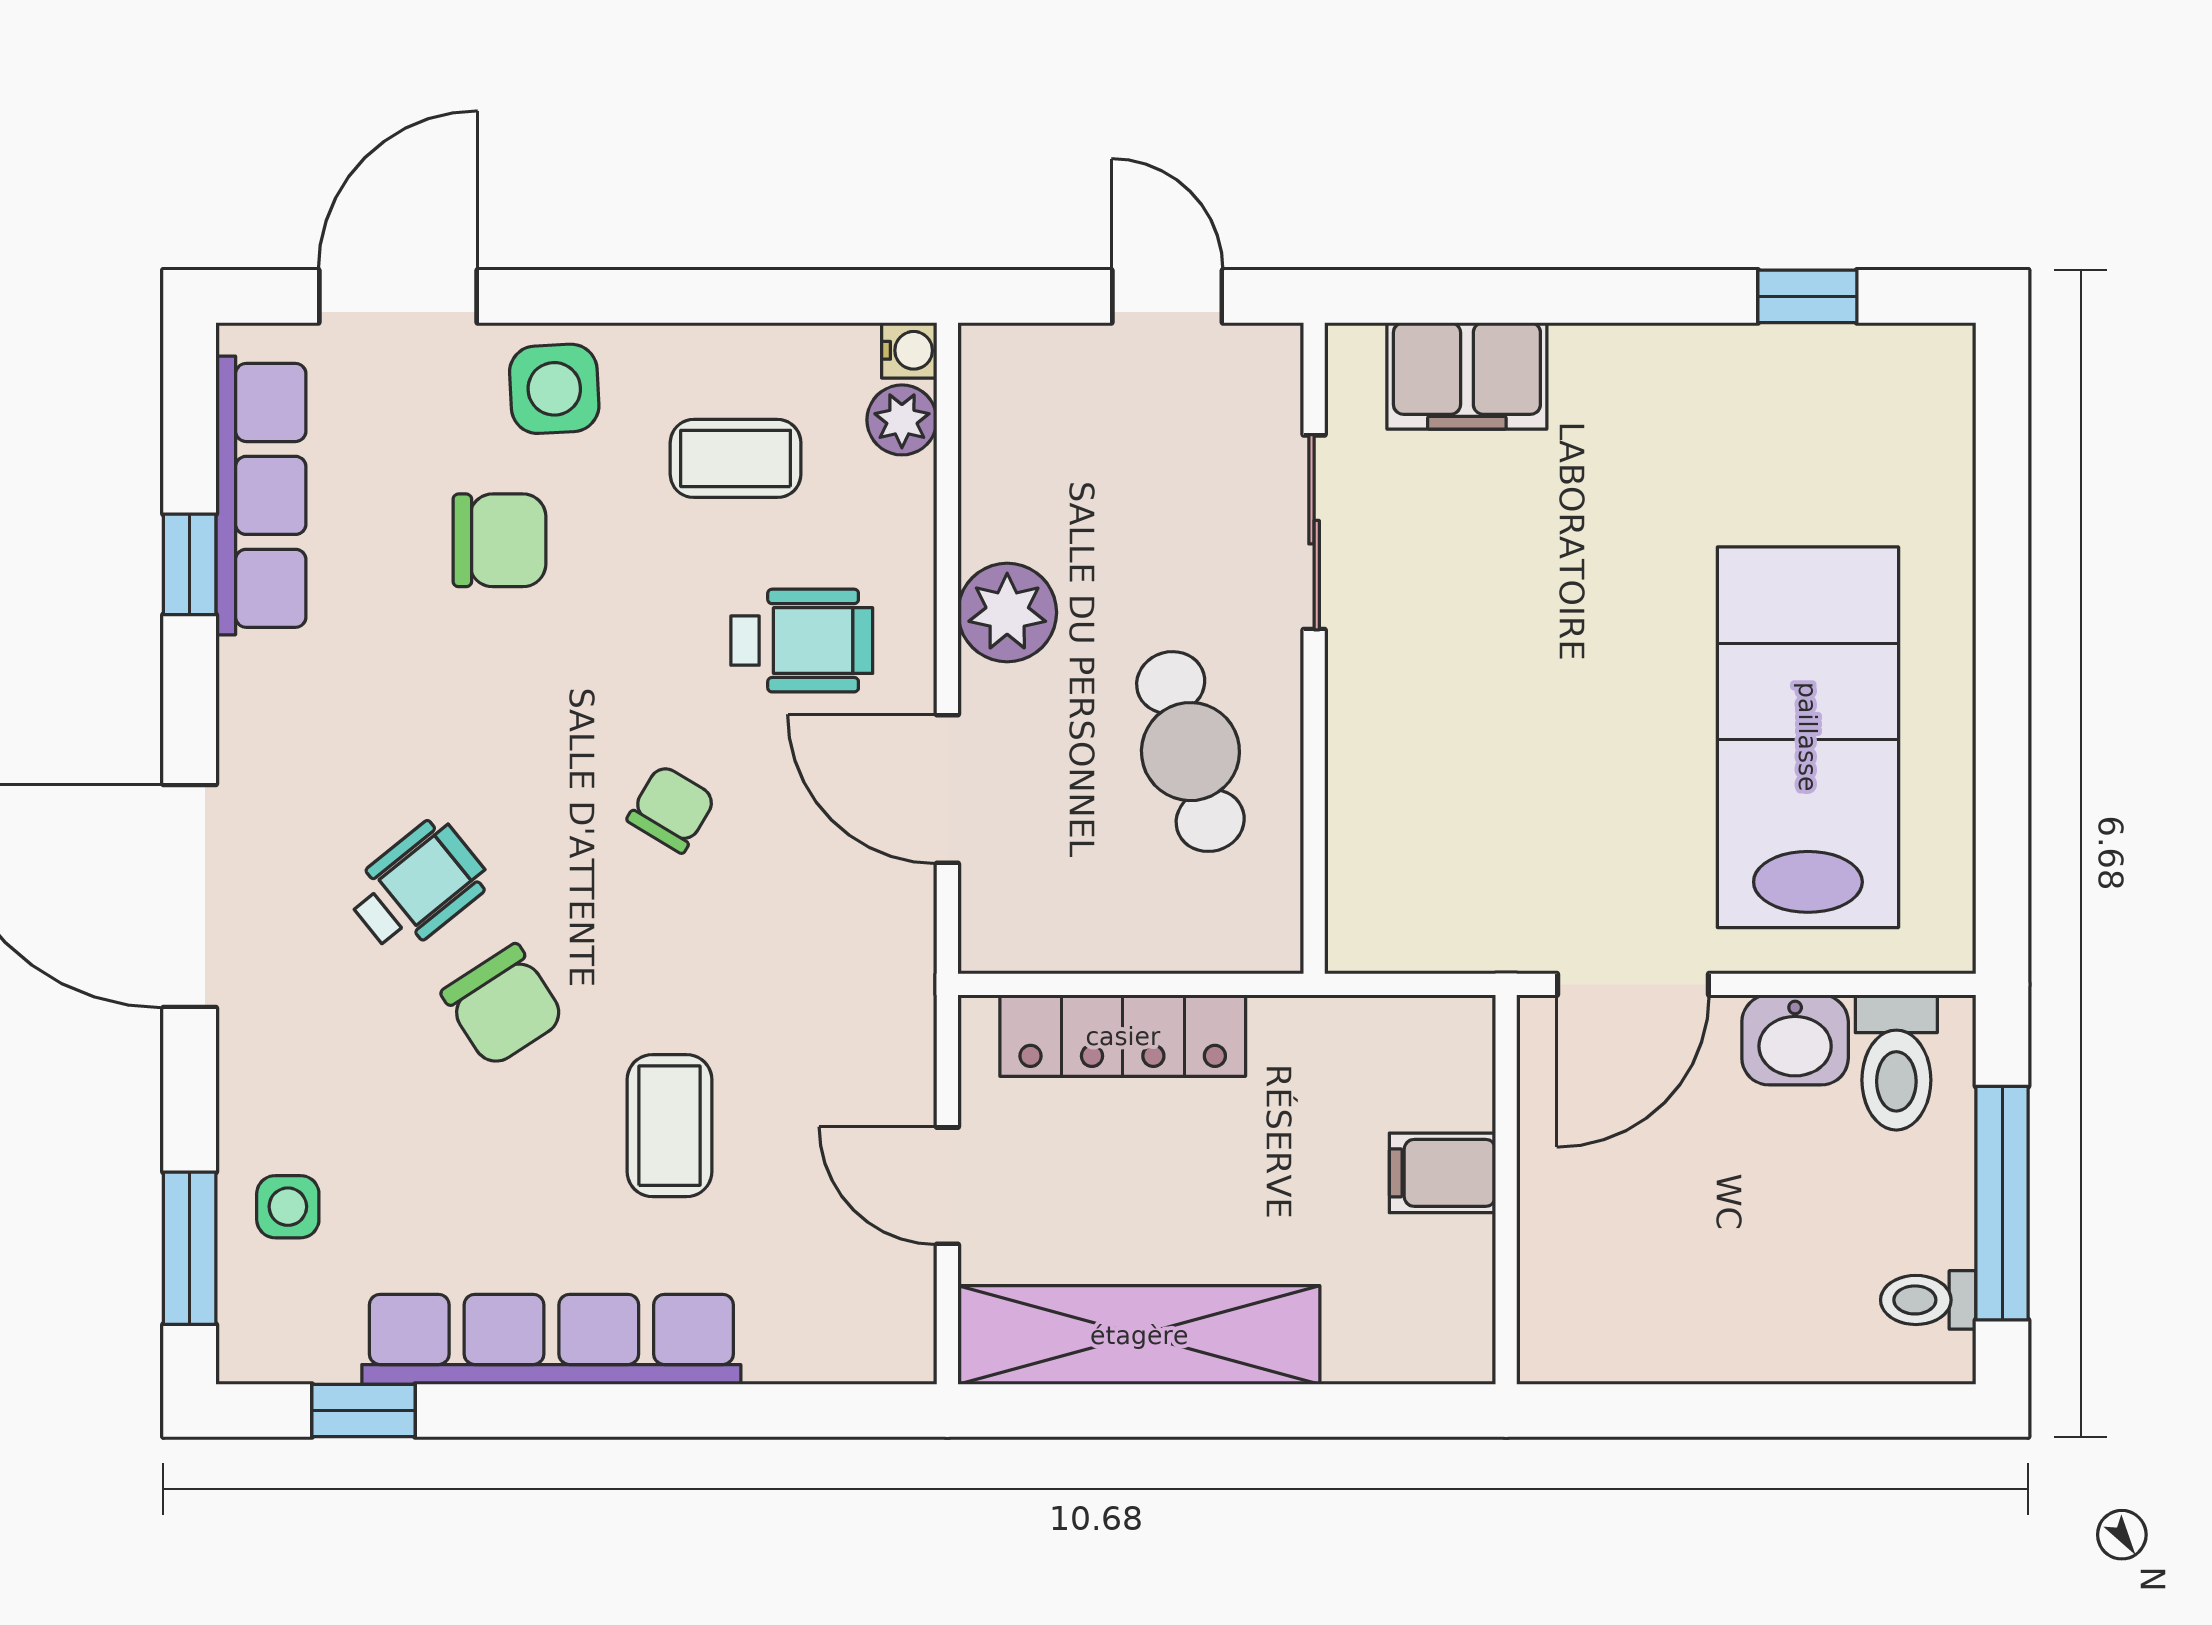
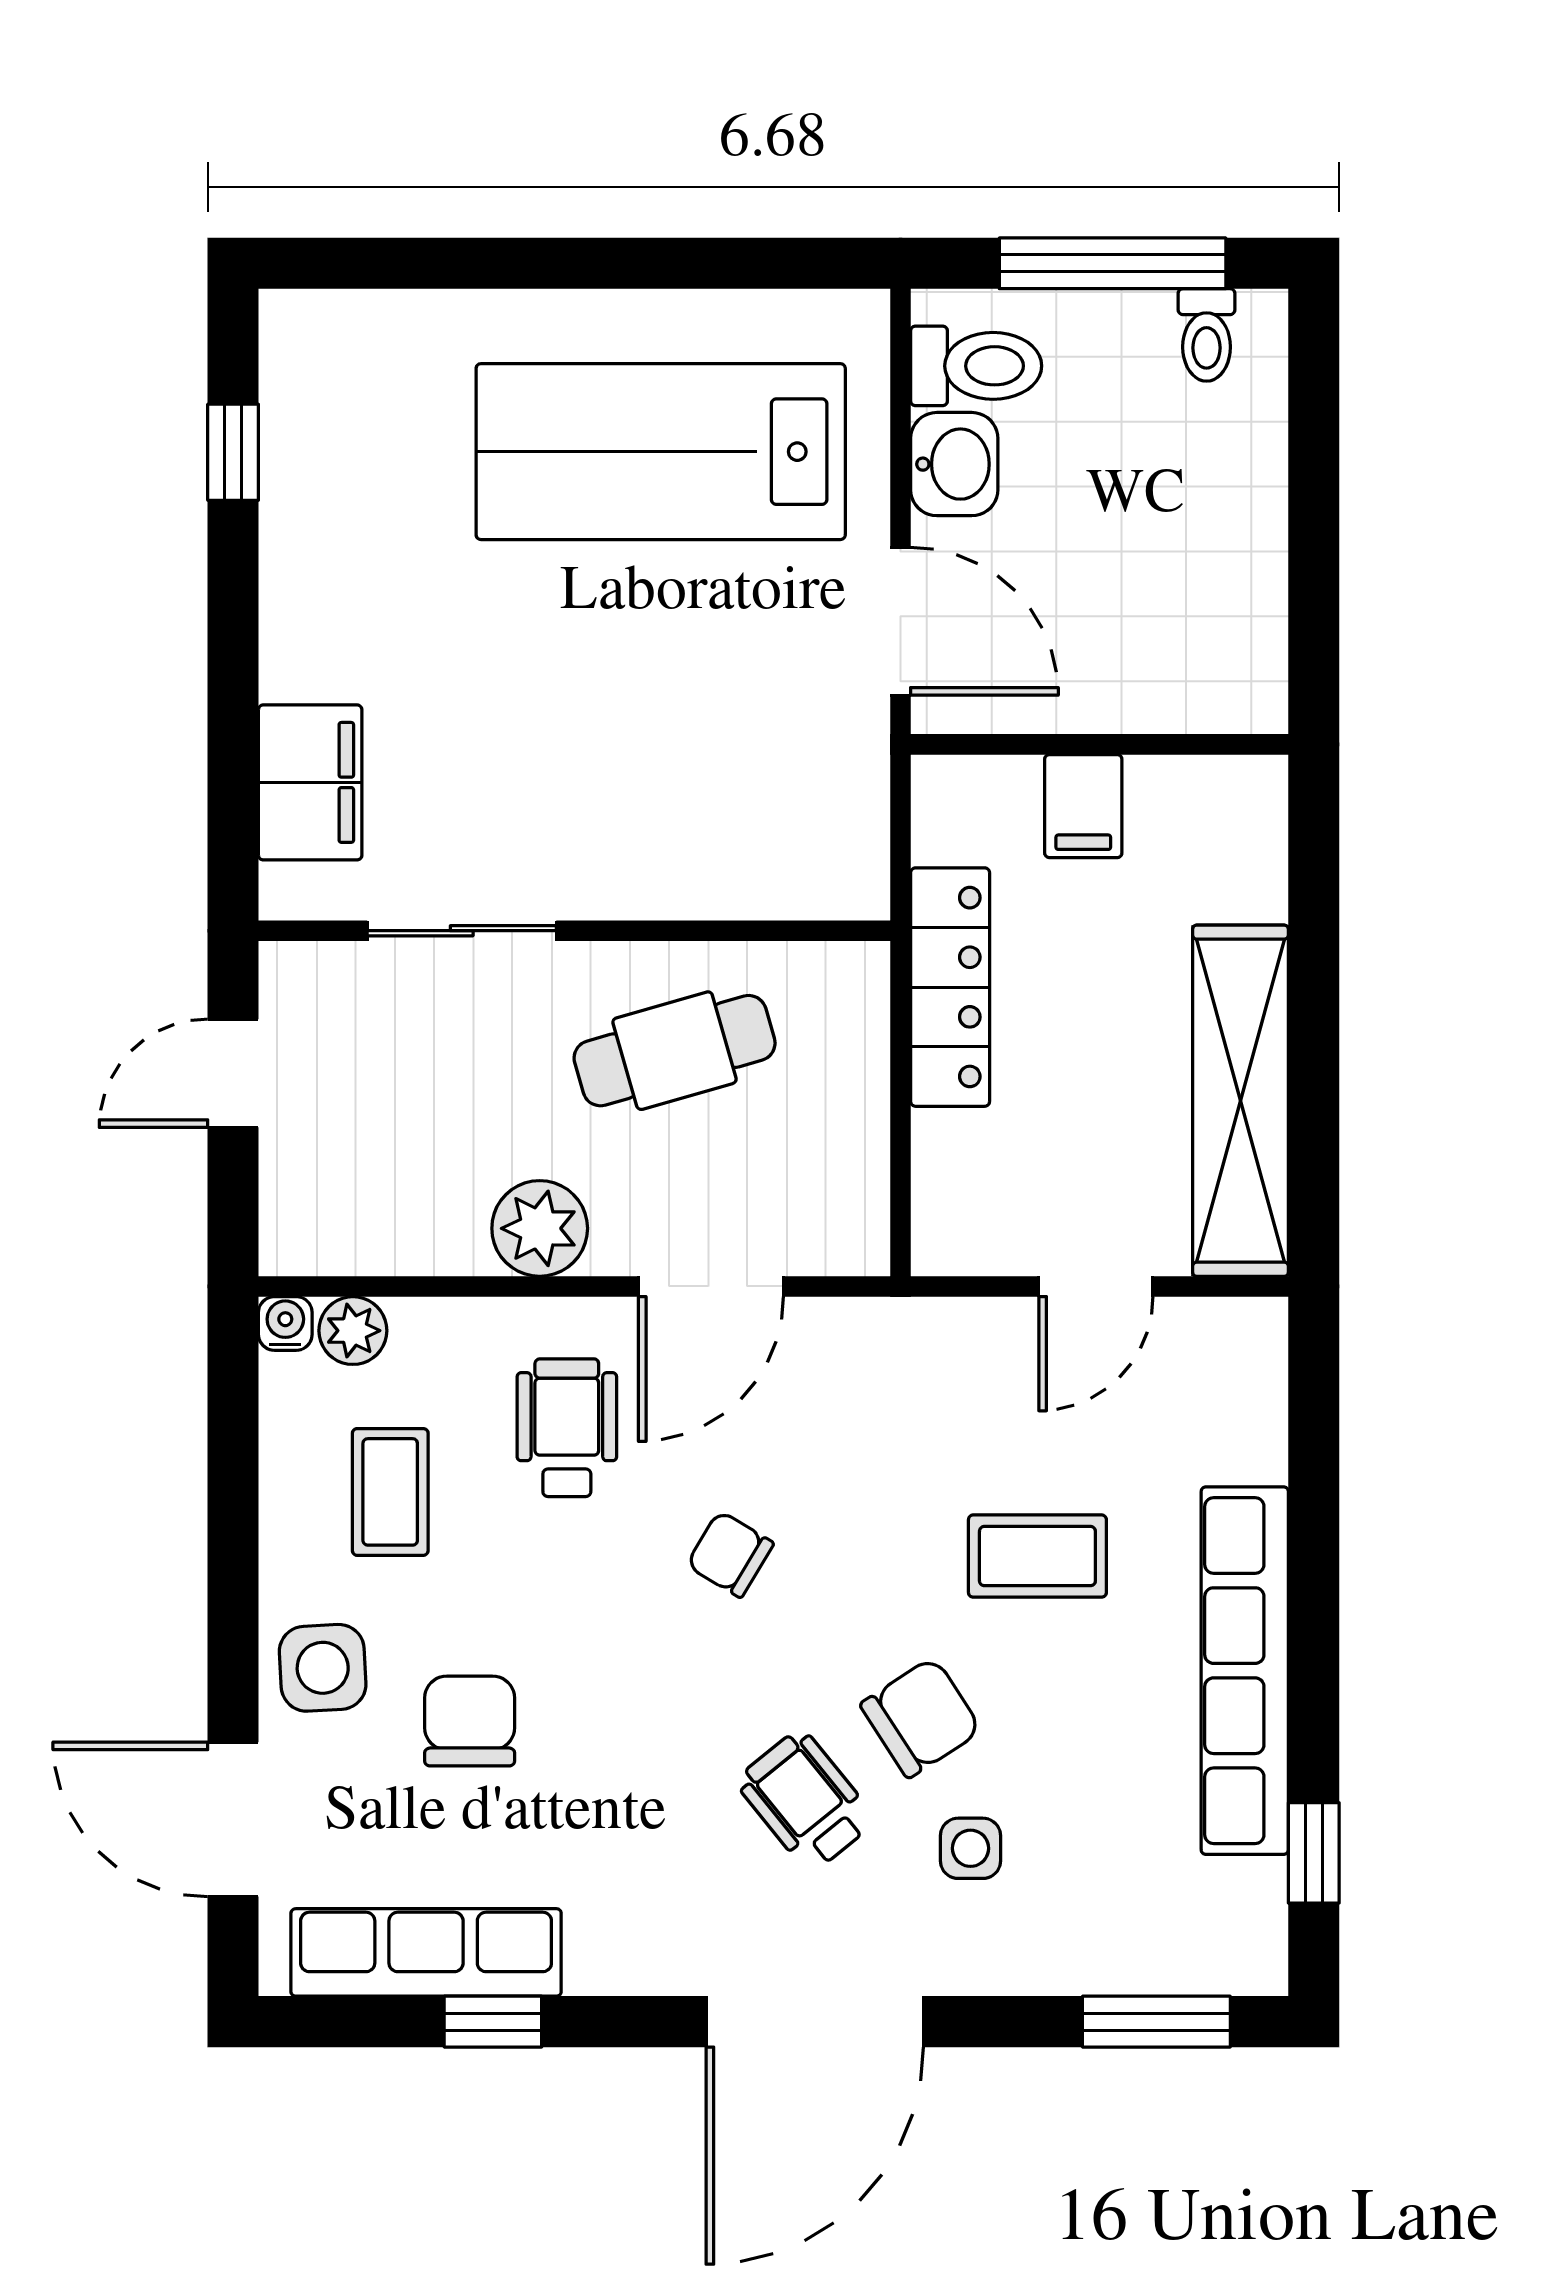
locker: (1123, 1036) -> (950, 987), moved
side table: (288, 1207) -> (970, 1848), moved

